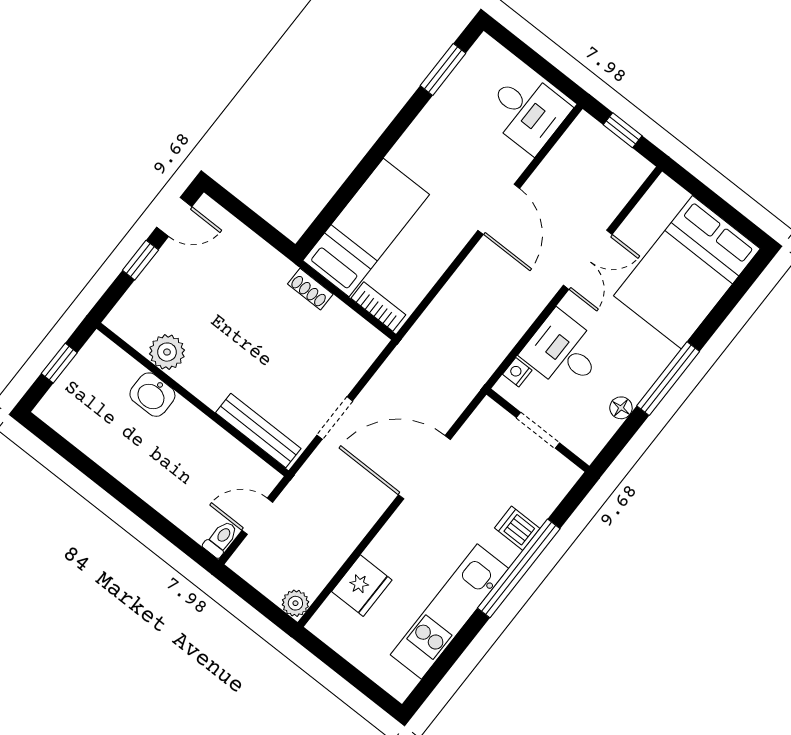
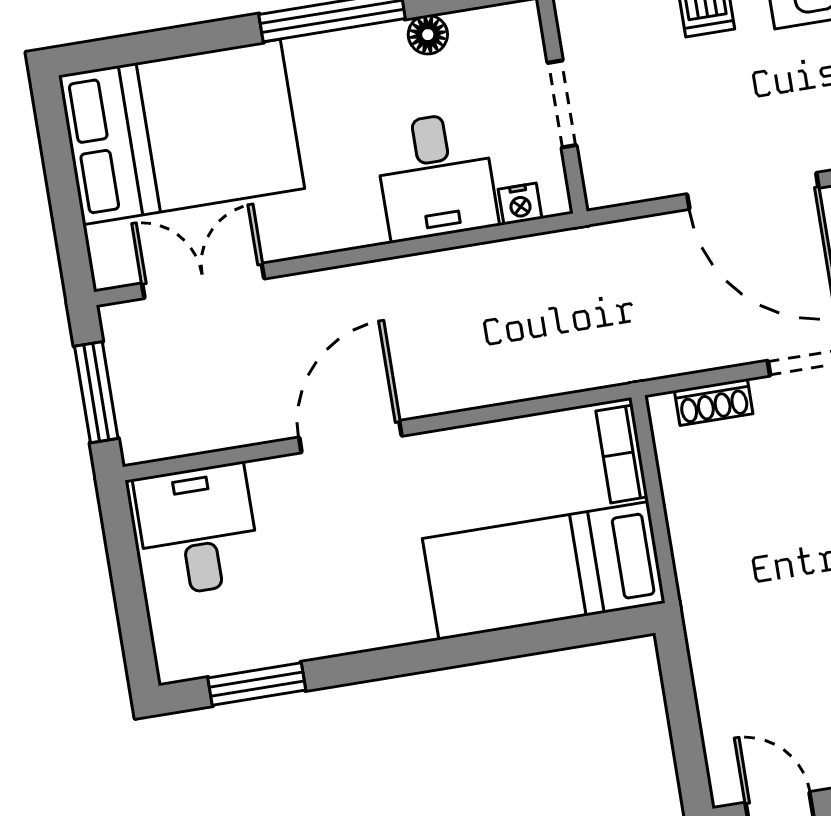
window: (623, 130) -> (96, 392), width x1.50
double door: (588, 260) -> (203, 281), moved
shoe rack: (310, 289) -> (714, 402), moved, turned 90

